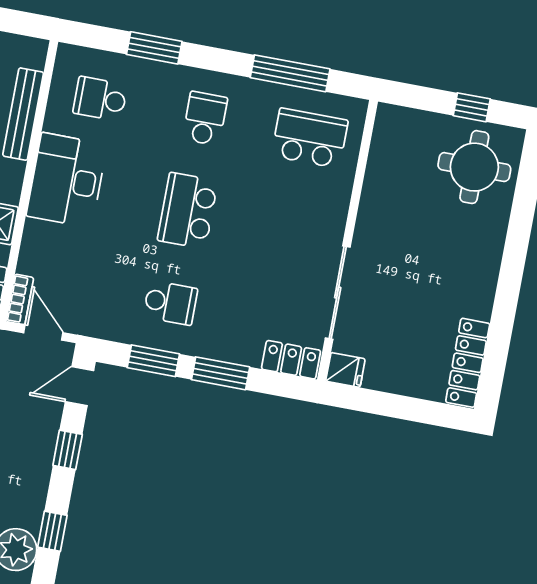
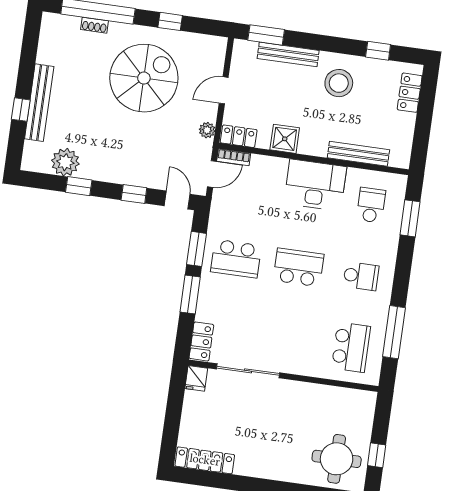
window: (154, 48) -> (410, 218), moved
school desk: (170, 303) -> (236, 259), width x1.85

